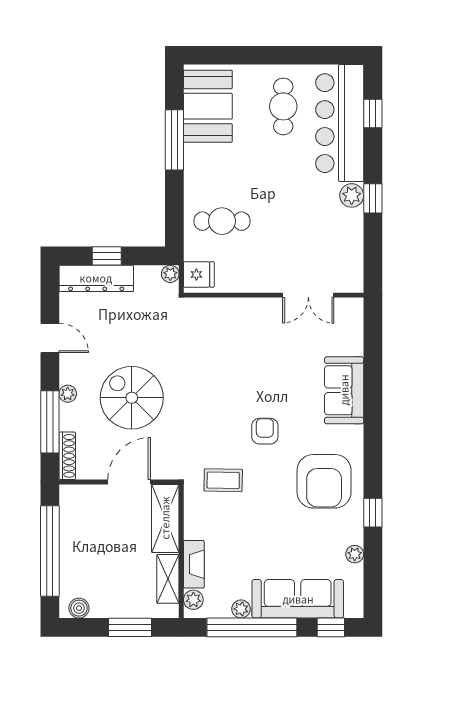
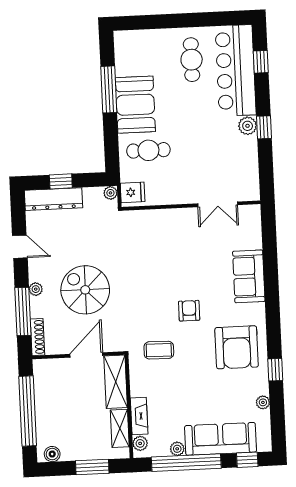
booth: (208, 106) -> (135, 105), moved

